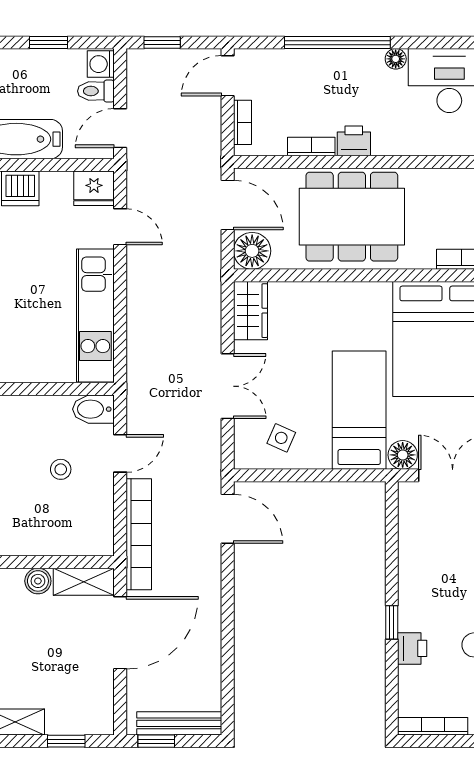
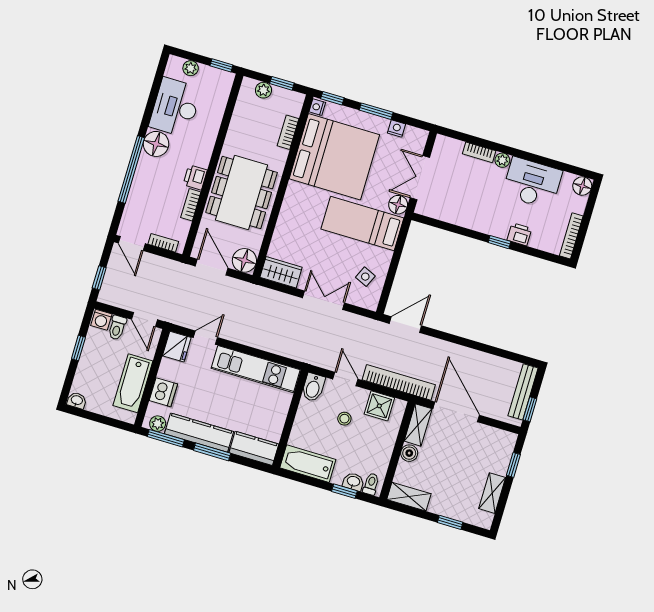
floor lamp: (396, 59) -> (156, 144), width x1.89, depth x1.89
door: (228, 205) -> (212, 267), hinge flipped
shower: (95, 516) -> (379, 406), added

